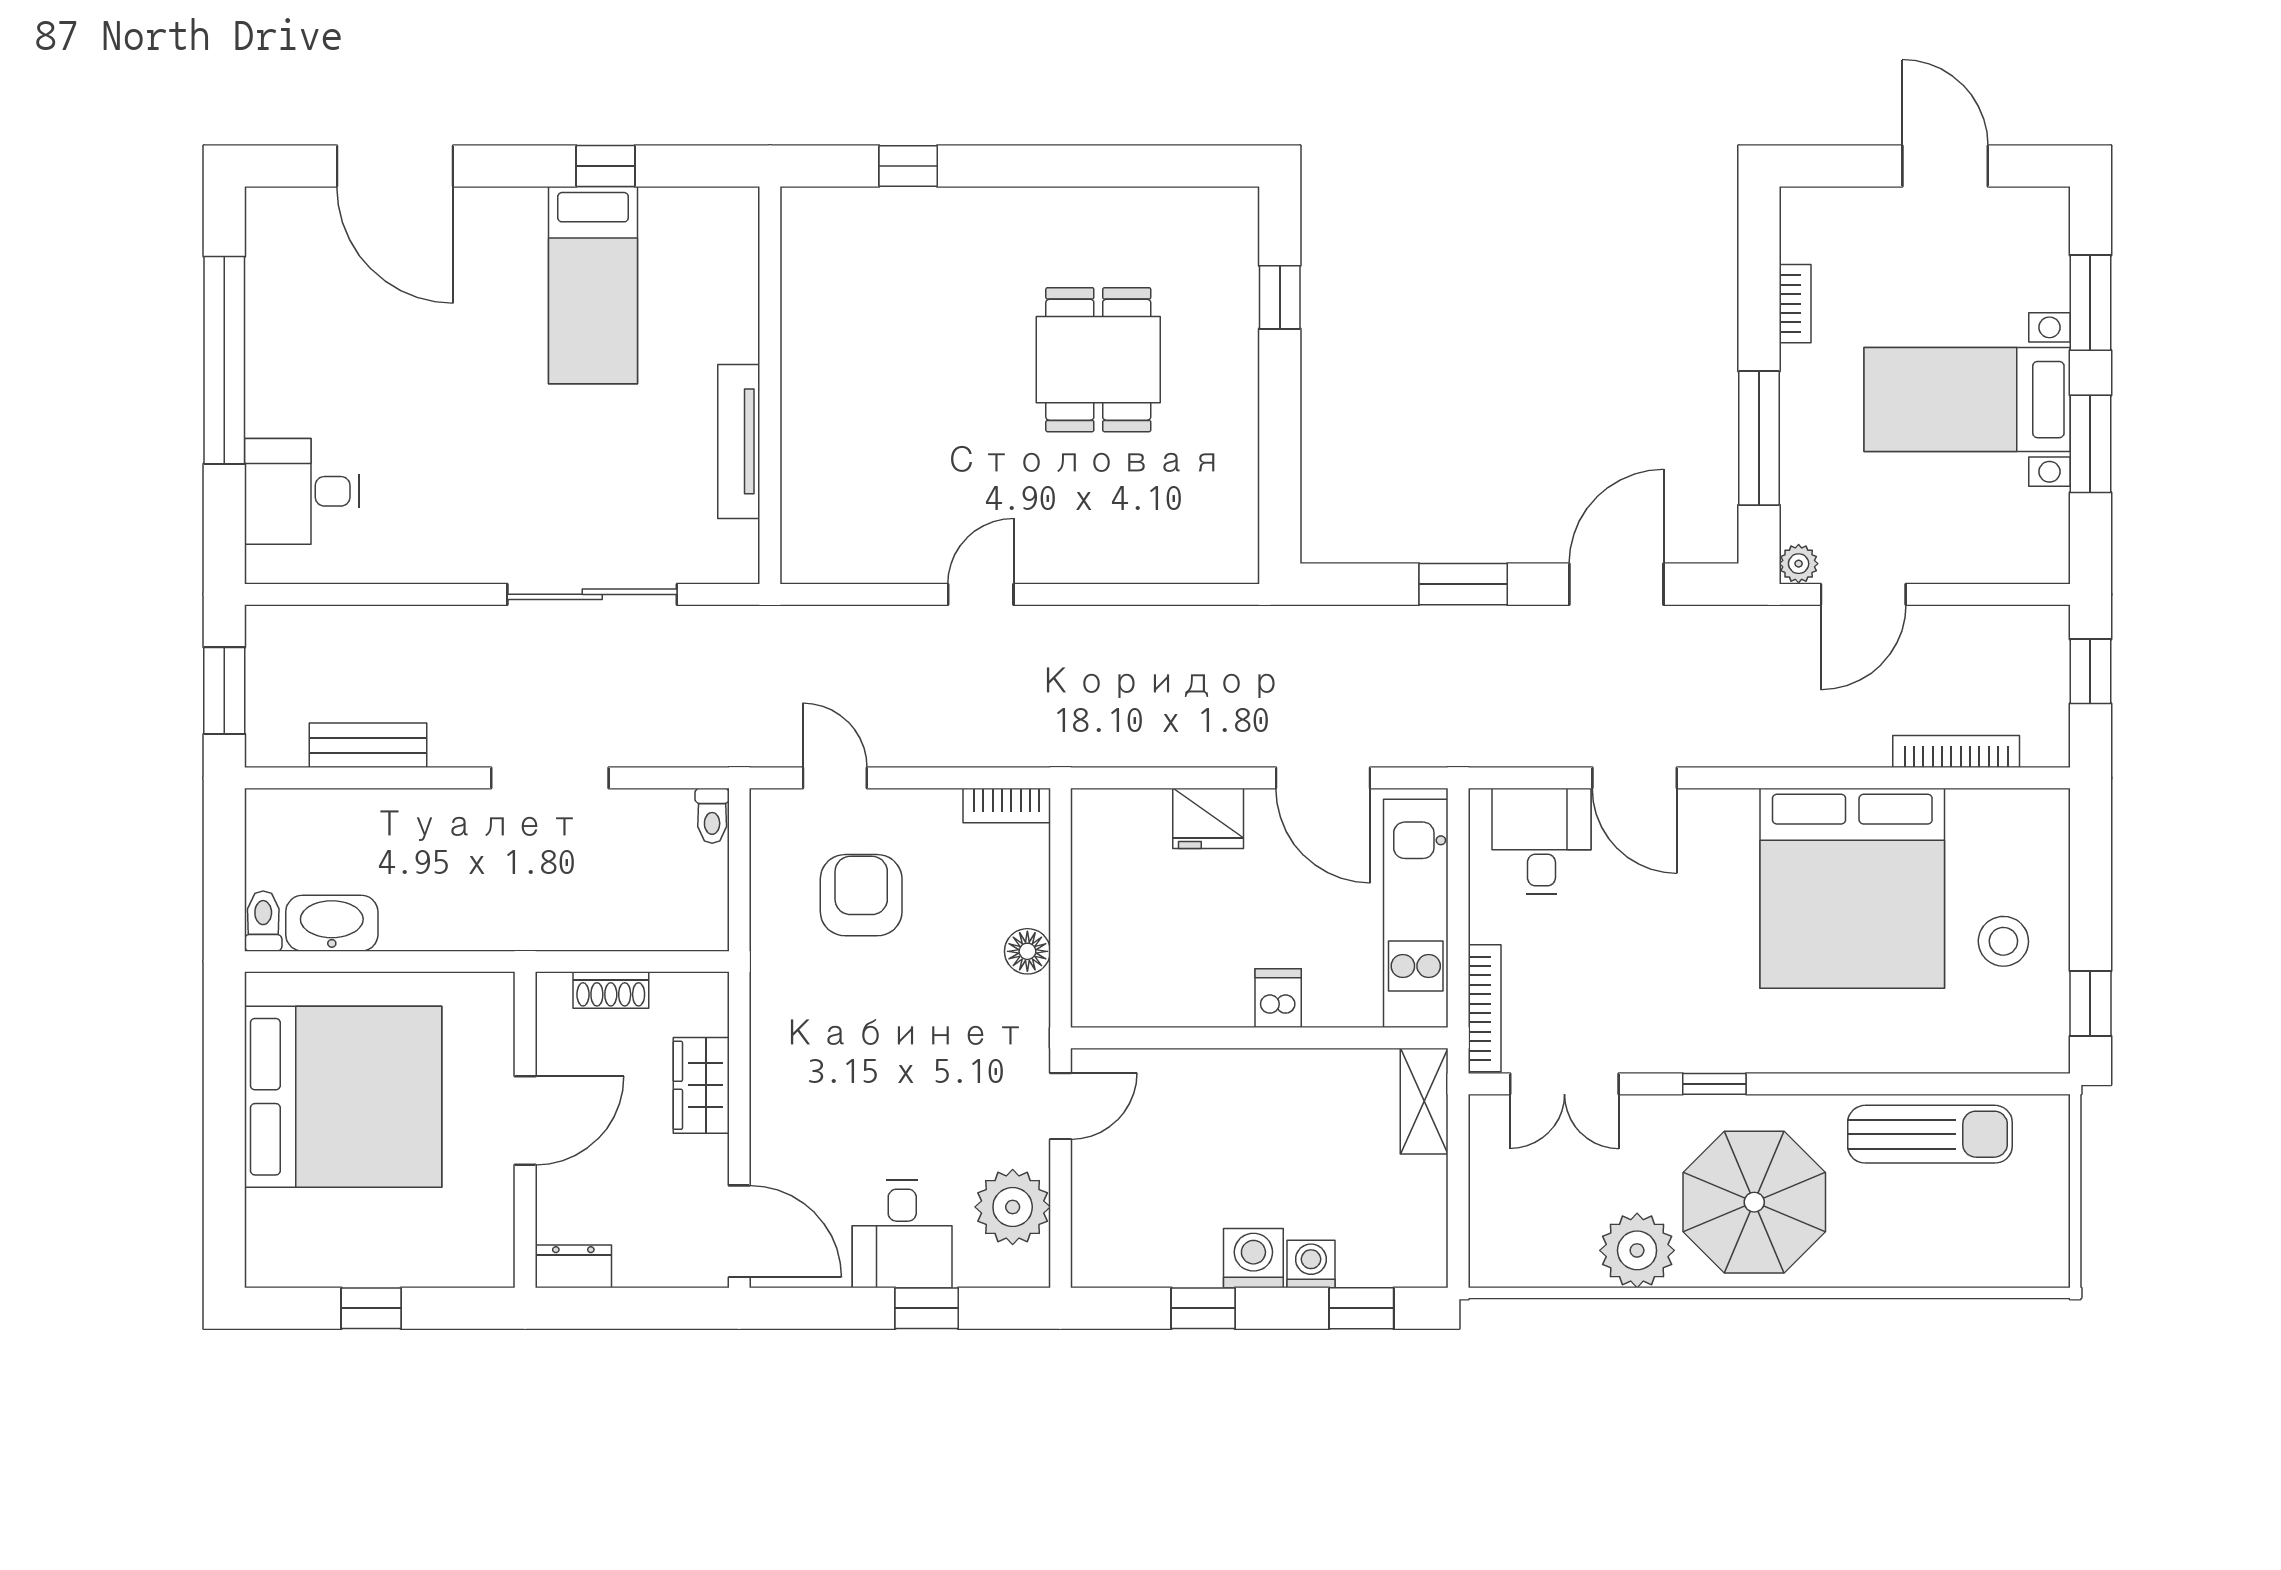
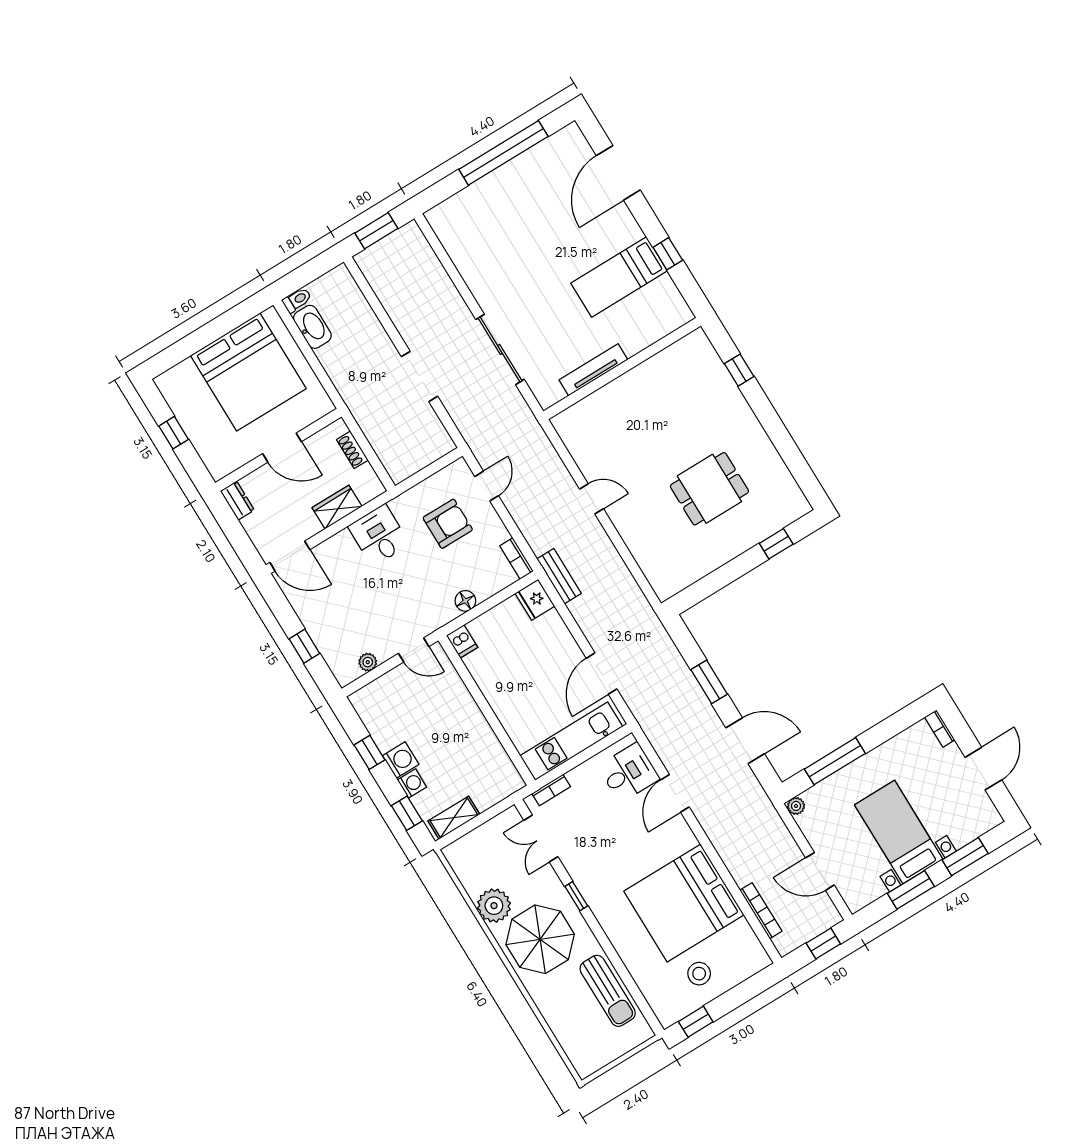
bookcase: (1795, 304) -> (940, 729), moved, turned 90
desk: (302, 491) -> (471, 214), removed
door: (1863, 594) -> (820, 871), moved
bench: (368, 745) -> (559, 576), moved
toilet: (712, 816) -> (443, 448), removed
fridge: (1208, 818) -> (535, 600), moved
dishwasher: (1278, 998) -> (462, 641), moved, turned 90
bookcase: (1485, 1008) -> (551, 790), width x0.64
shelving: (1424, 1101) -> (454, 818), moved
plant: (1013, 1207) -> (368, 662), width x0.53, depth x0.53
door: (739, 1231) -> (290, 556), hinge flipped
desk: (902, 1234) -> (379, 535), moved, turned 90

